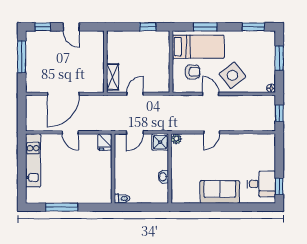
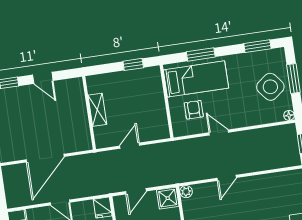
armchair: (193, 72) -> (194, 110), turned -90
side table: (232, 75) -> (270, 87), moved
shelving: (113, 77) -> (97, 110), moved

